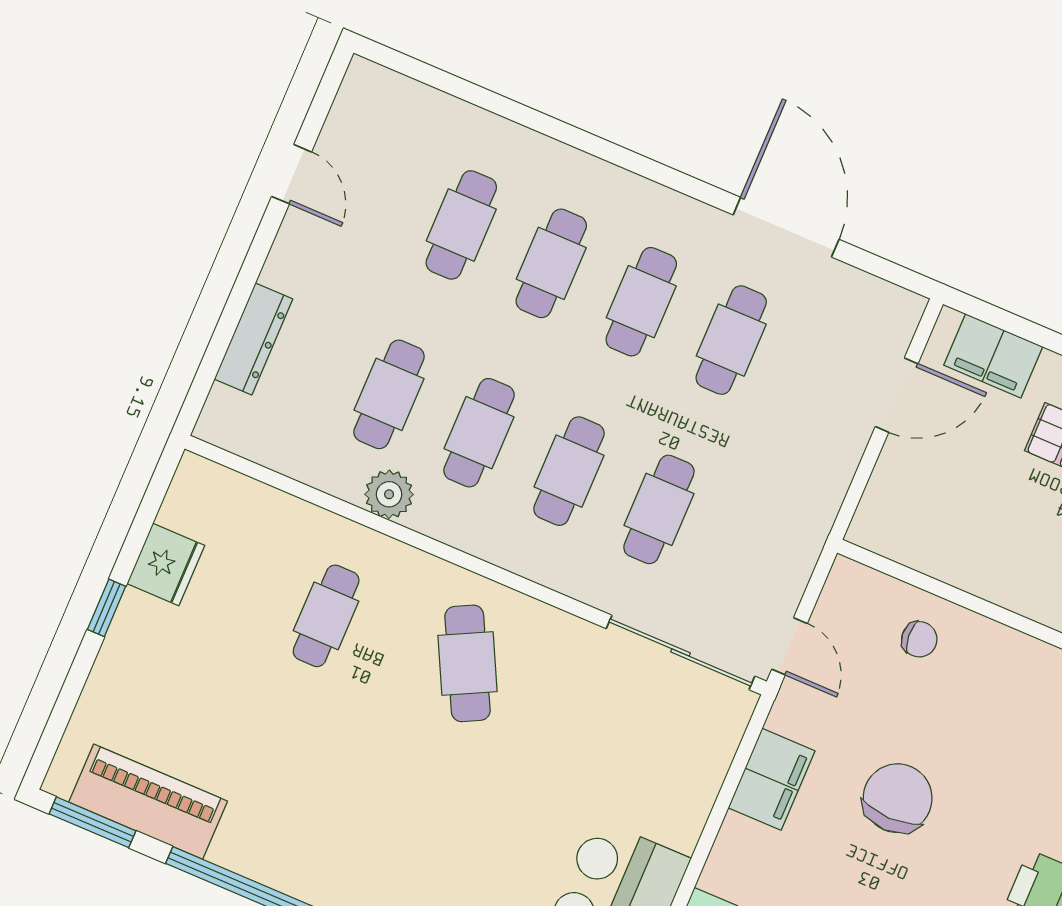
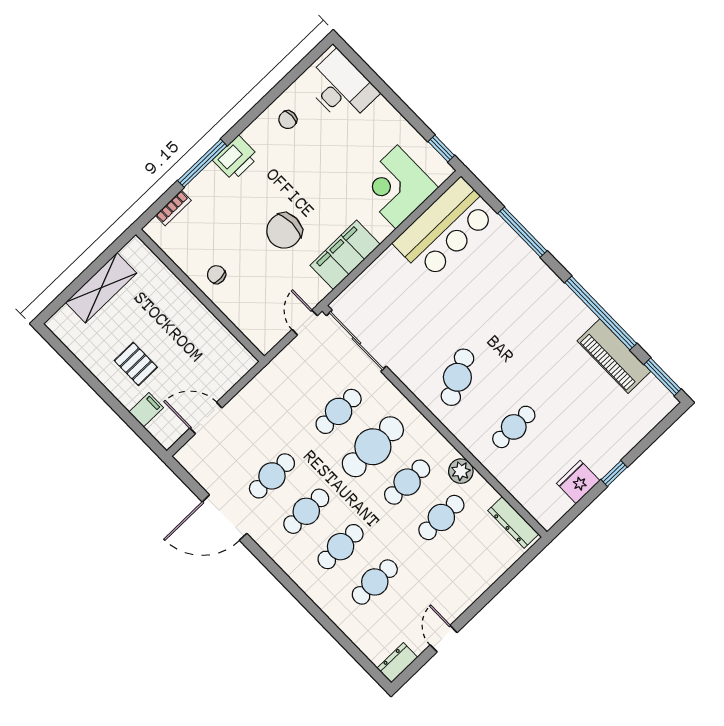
dresser: (358, 94) -> (397, 663), added
door: (786, 227) -> (224, 518), hinge flipped
dresser: (253, 339) -> (513, 522), moved, turned -90
filing cabinet: (993, 356) -> (146, 410), width x0.50
cafe table: (569, 471) -> (373, 447), width x1.37, depth x1.35
chair: (919, 639) -> (216, 275), moved
filing cabinet: (772, 779) -> (345, 255), width x1.50, depth x1.17
piano: (148, 802) -> (614, 356), moved

